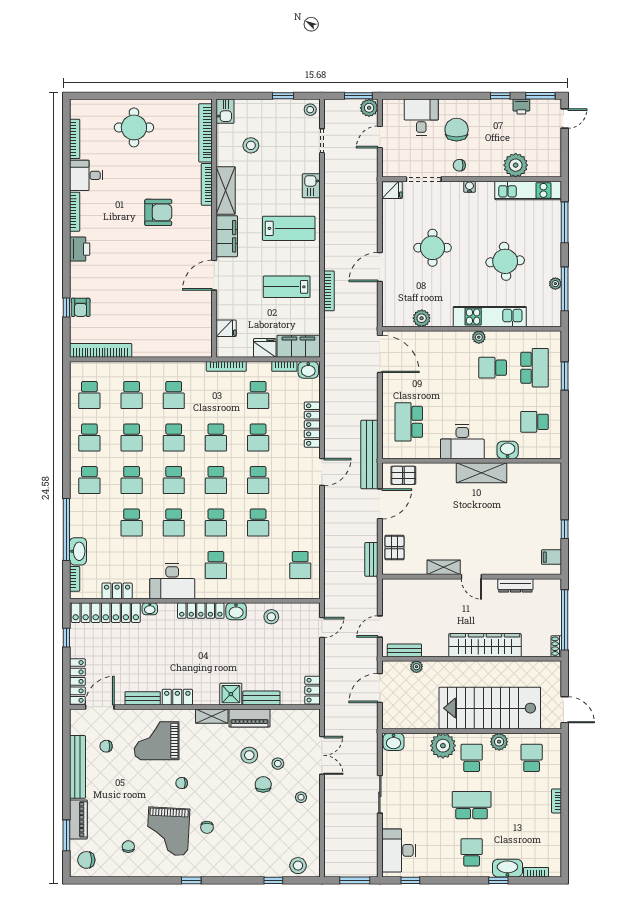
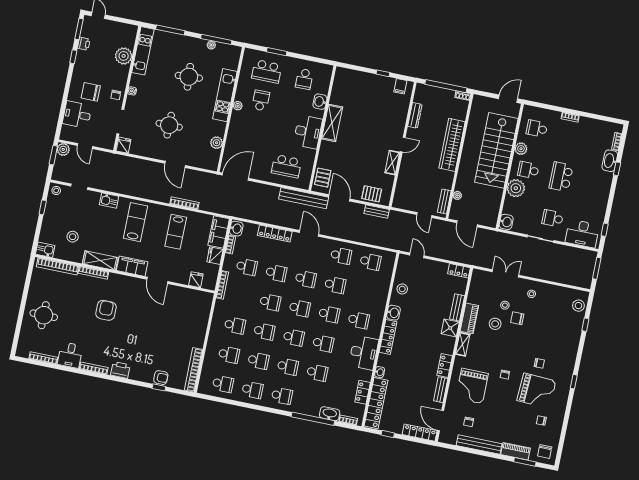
school desk: (493, 368) -> (261, 100), turned 180
school desk: (535, 368) -> (267, 71), turned 180
school desk: (300, 523) -> (341, 256), added
school desk: (472, 852) -> (553, 218), moved

